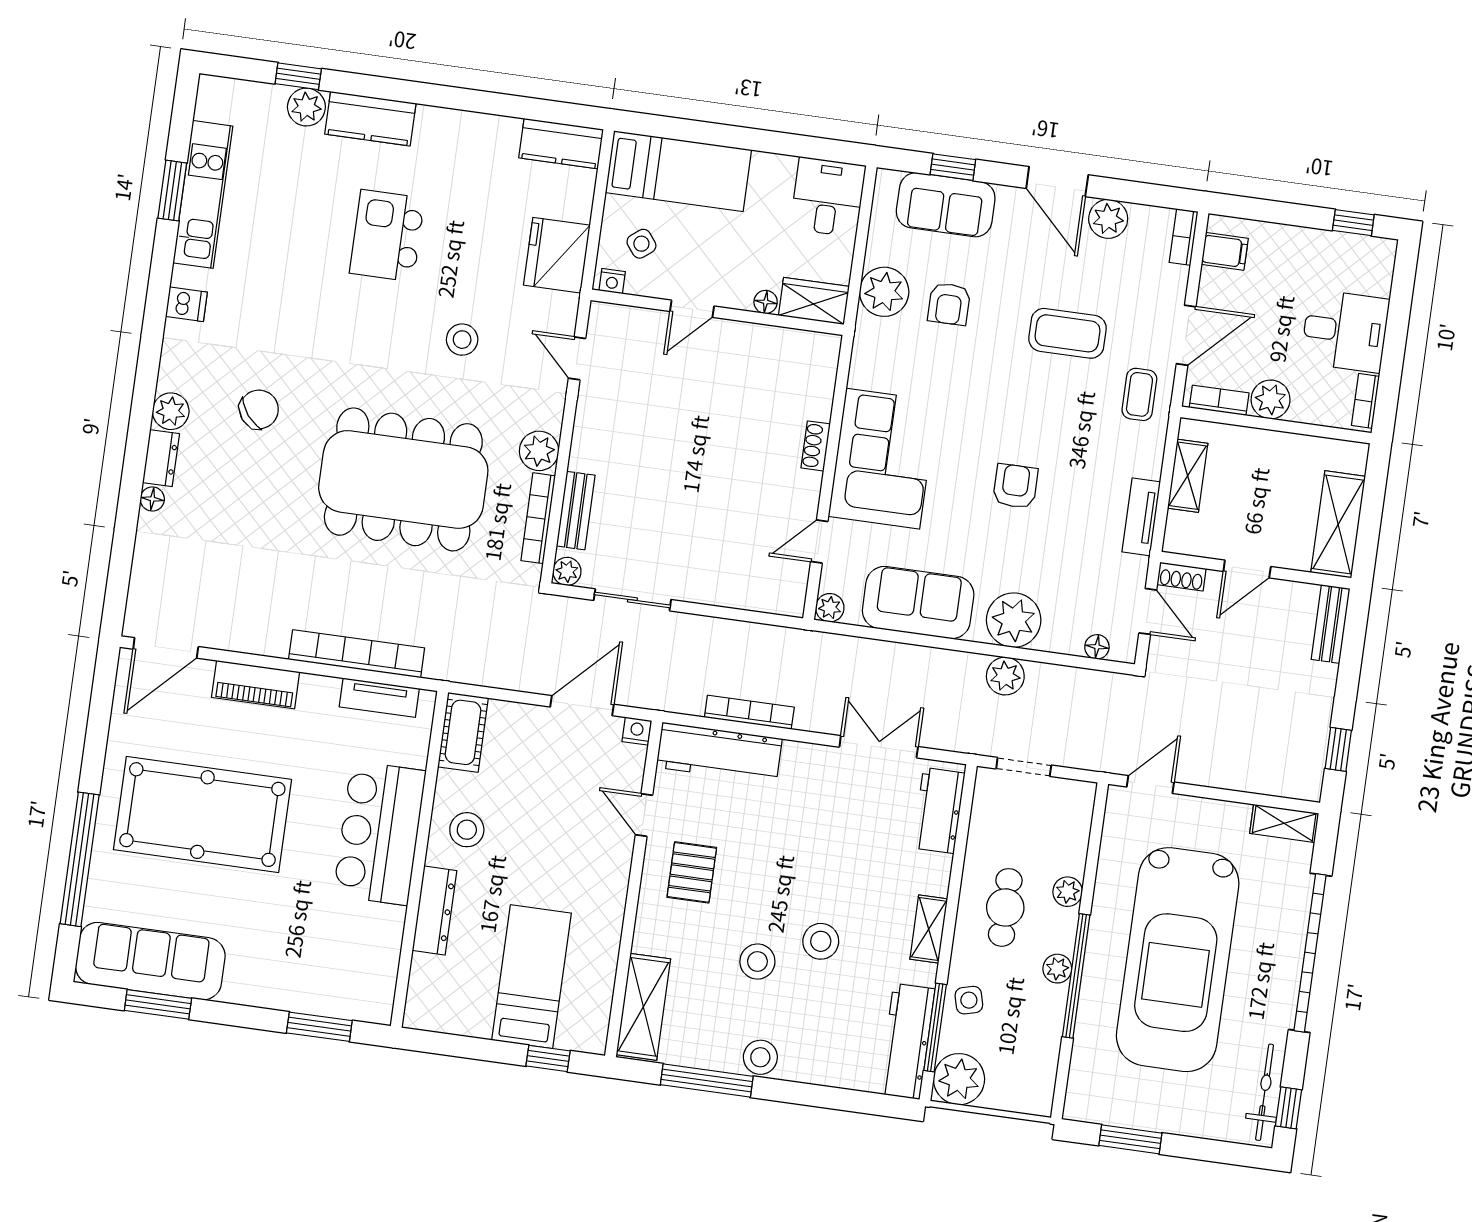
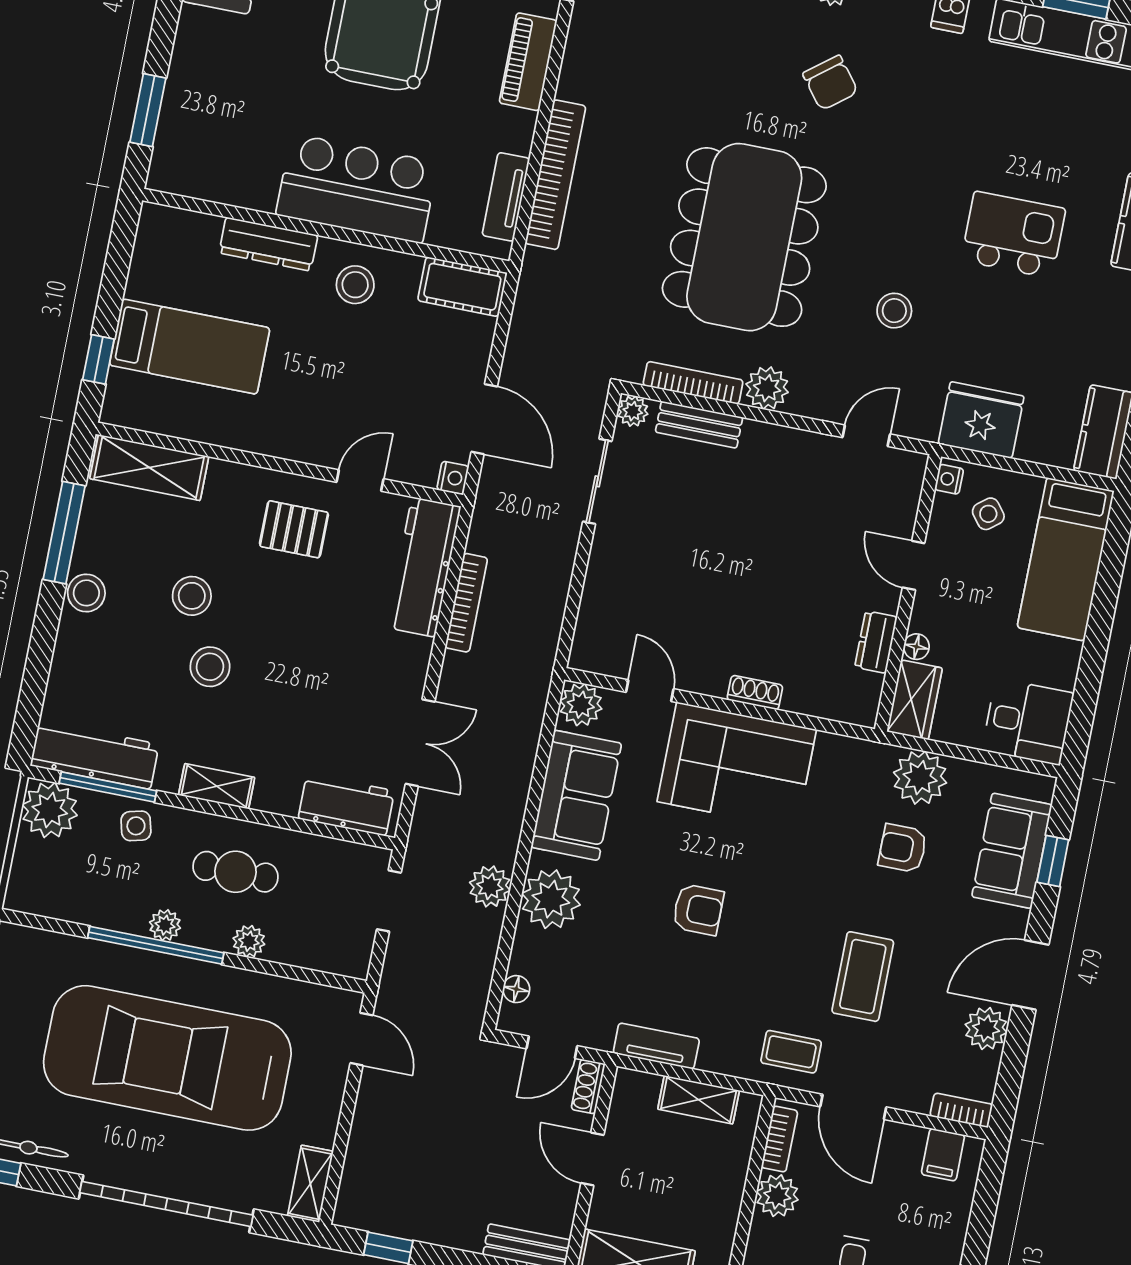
dresser: (764, 339) -> (876, 642), added
plant: (830, 608) -> (581, 705), width x1.38, depth x1.38

